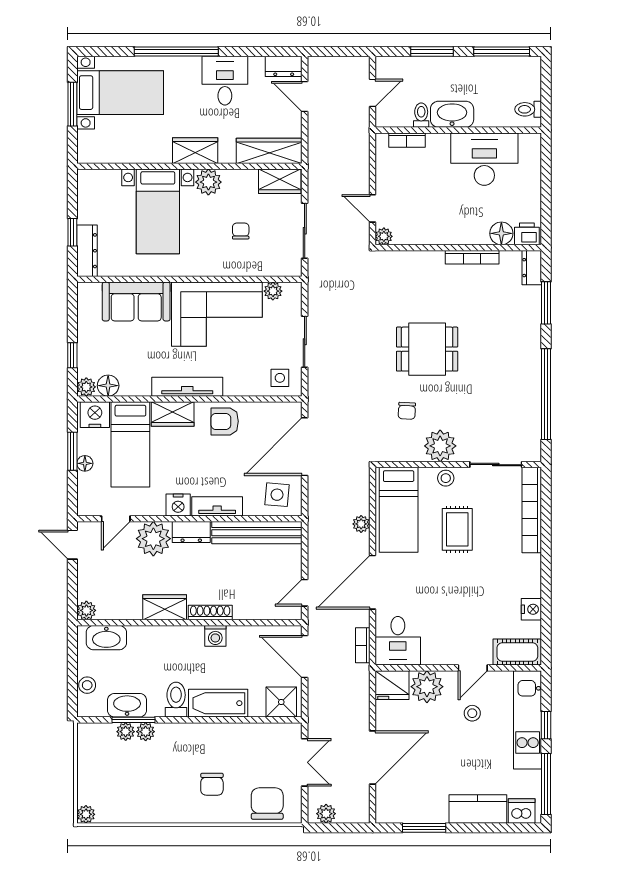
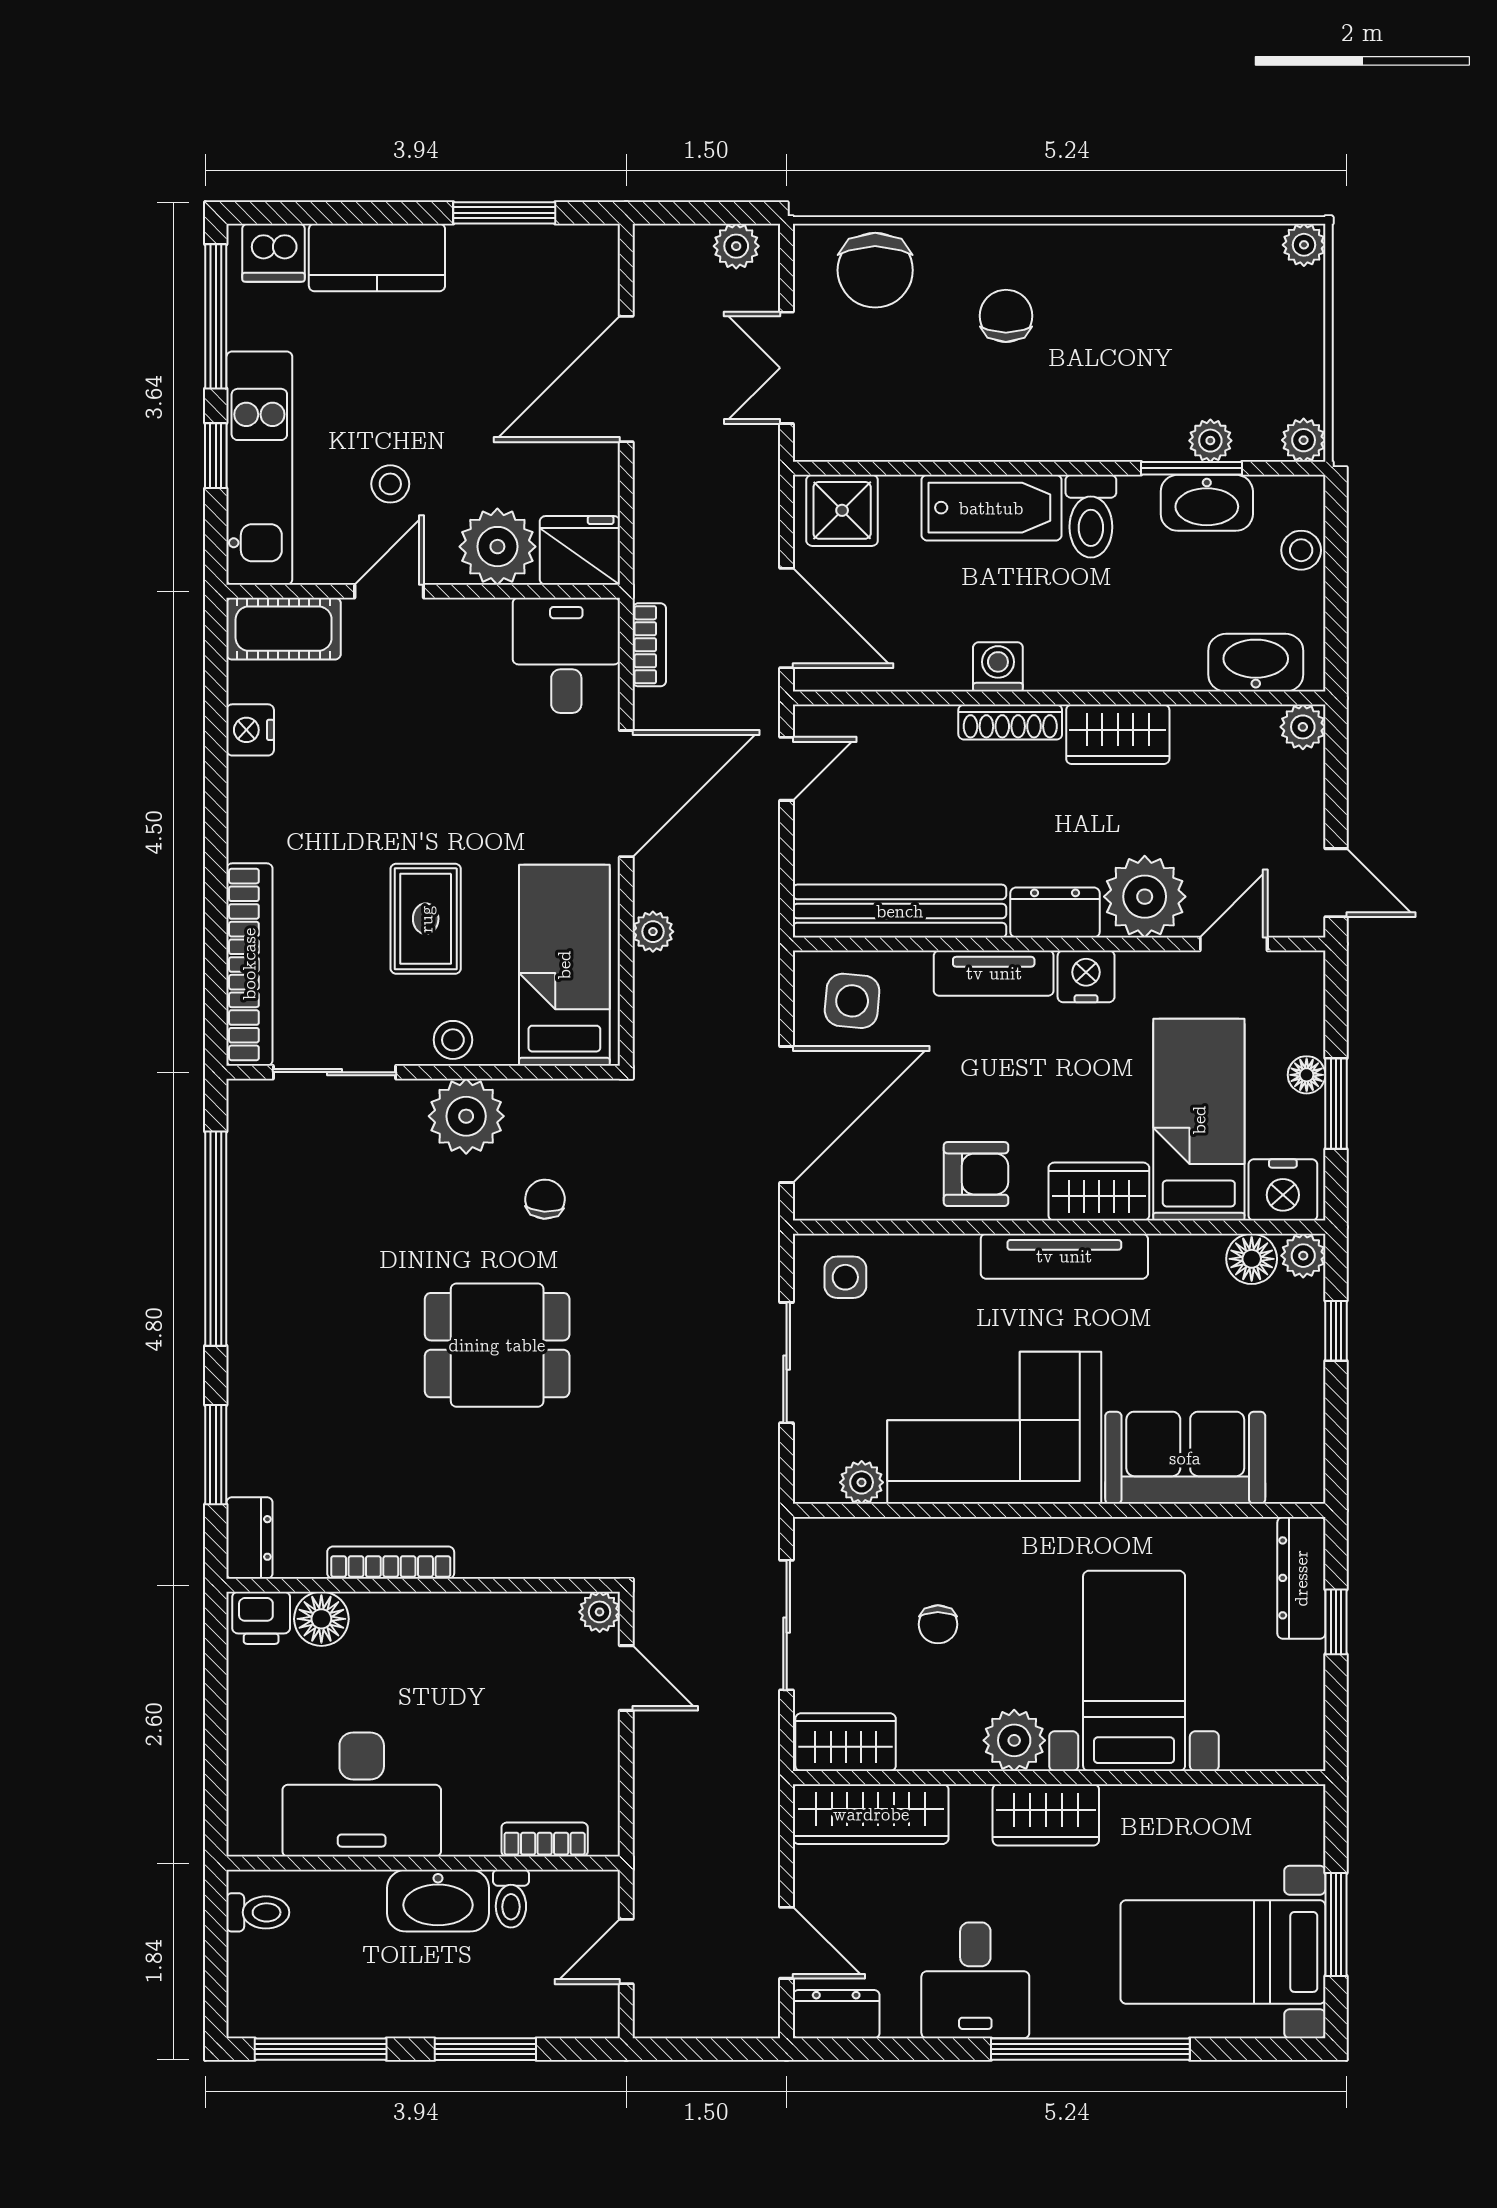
plant: (146, 732) -> (1304, 440), moved

